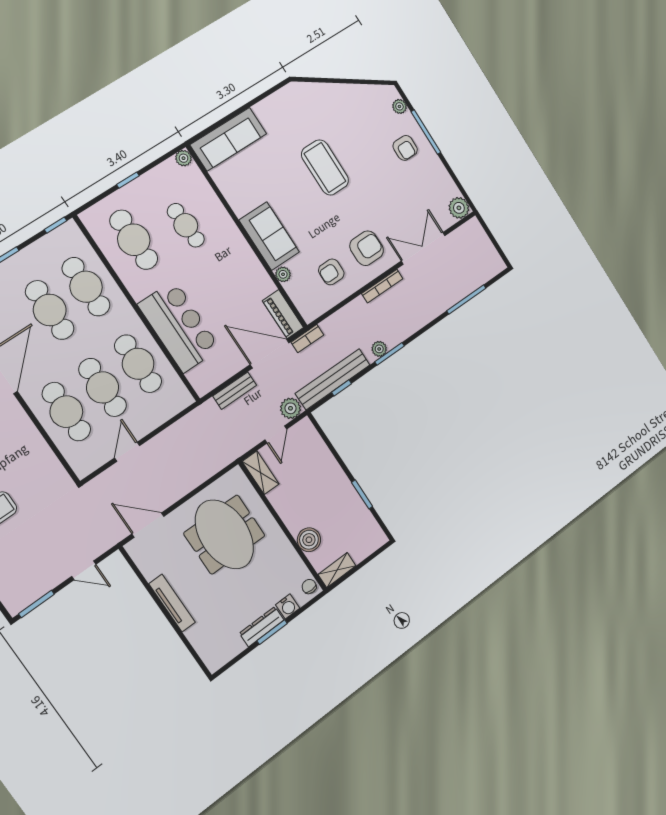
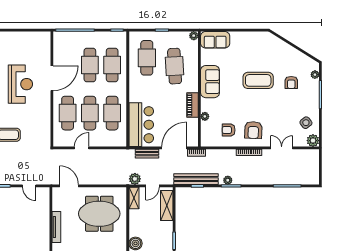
sofa: (228, 139) -> (215, 40), width x0.73
armchair: (405, 148) -> (291, 82), moved
coffee table: (325, 167) -> (258, 80), turned 90
side table: (433, 188) -> (306, 123), added
cafe table: (186, 225) -> (175, 66), width x1.37, depth x1.35
sofa: (269, 236) -> (210, 82), moved
armchair: (367, 248) -> (253, 130), turned 92
double door: (423, 248) -> (282, 148), width x0.73
piano: (283, 314) -> (193, 105), moved
bar counter: (179, 327) -> (141, 125), moved
door: (270, 354) -> (174, 148), hinge flipped
plant: (290, 408) -> (135, 179), moved
shelving: (317, 449) -> (167, 206), added
meeting table: (224, 534) -> (99, 214), turned 90

